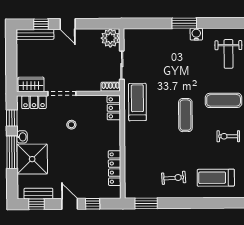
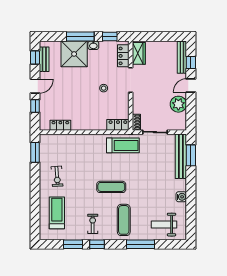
window: (184, 23) -> (191, 155), moved
bench: (149, 35) -> (181, 156), added
plant: (110, 38) -> (178, 104), moved
locker: (115, 168) -> (60, 125), width x0.66

